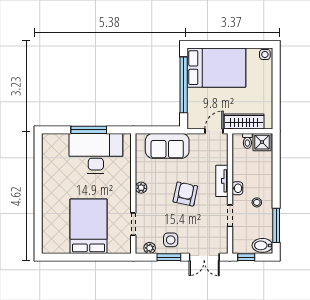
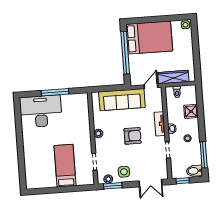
shower: (262, 142) -> (191, 111), moved
sofa: (167, 146) -> (122, 100), width x1.36
desk: (96, 153) -> (41, 111), moved
armchair: (185, 194) -> (133, 136), turned 78
bed: (88, 226) -> (65, 166), width x0.67
window: (169, 257) -> (113, 186), moved

